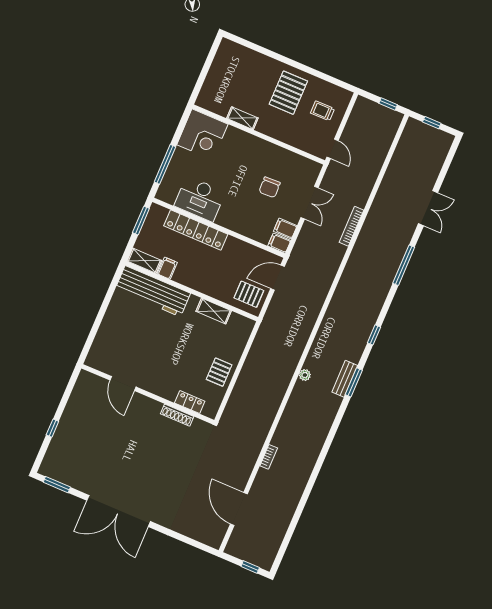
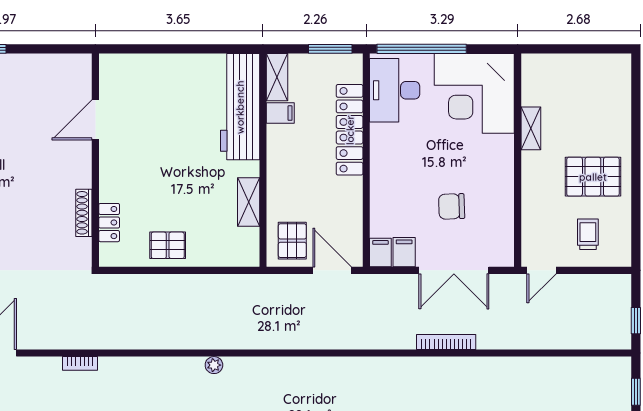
corner desk: (202, 134) -> (474, 93), width x1.36, depth x1.36
window: (165, 164) -> (422, 49), width x1.46
desk: (200, 199) -> (395, 90), moved
double door: (309, 203) -> (454, 270), width x1.37

